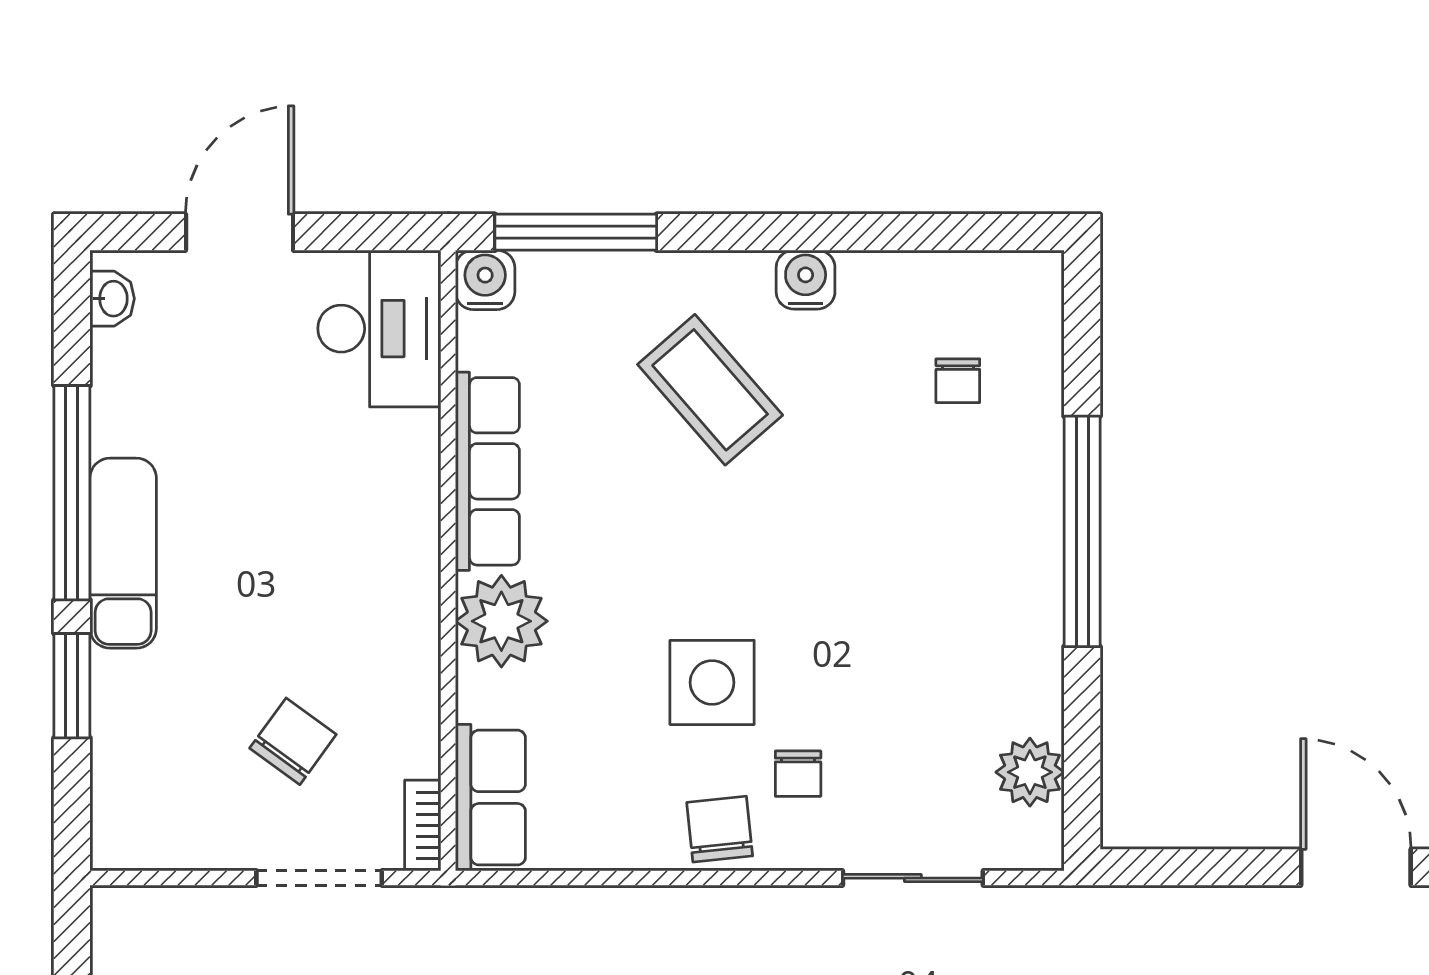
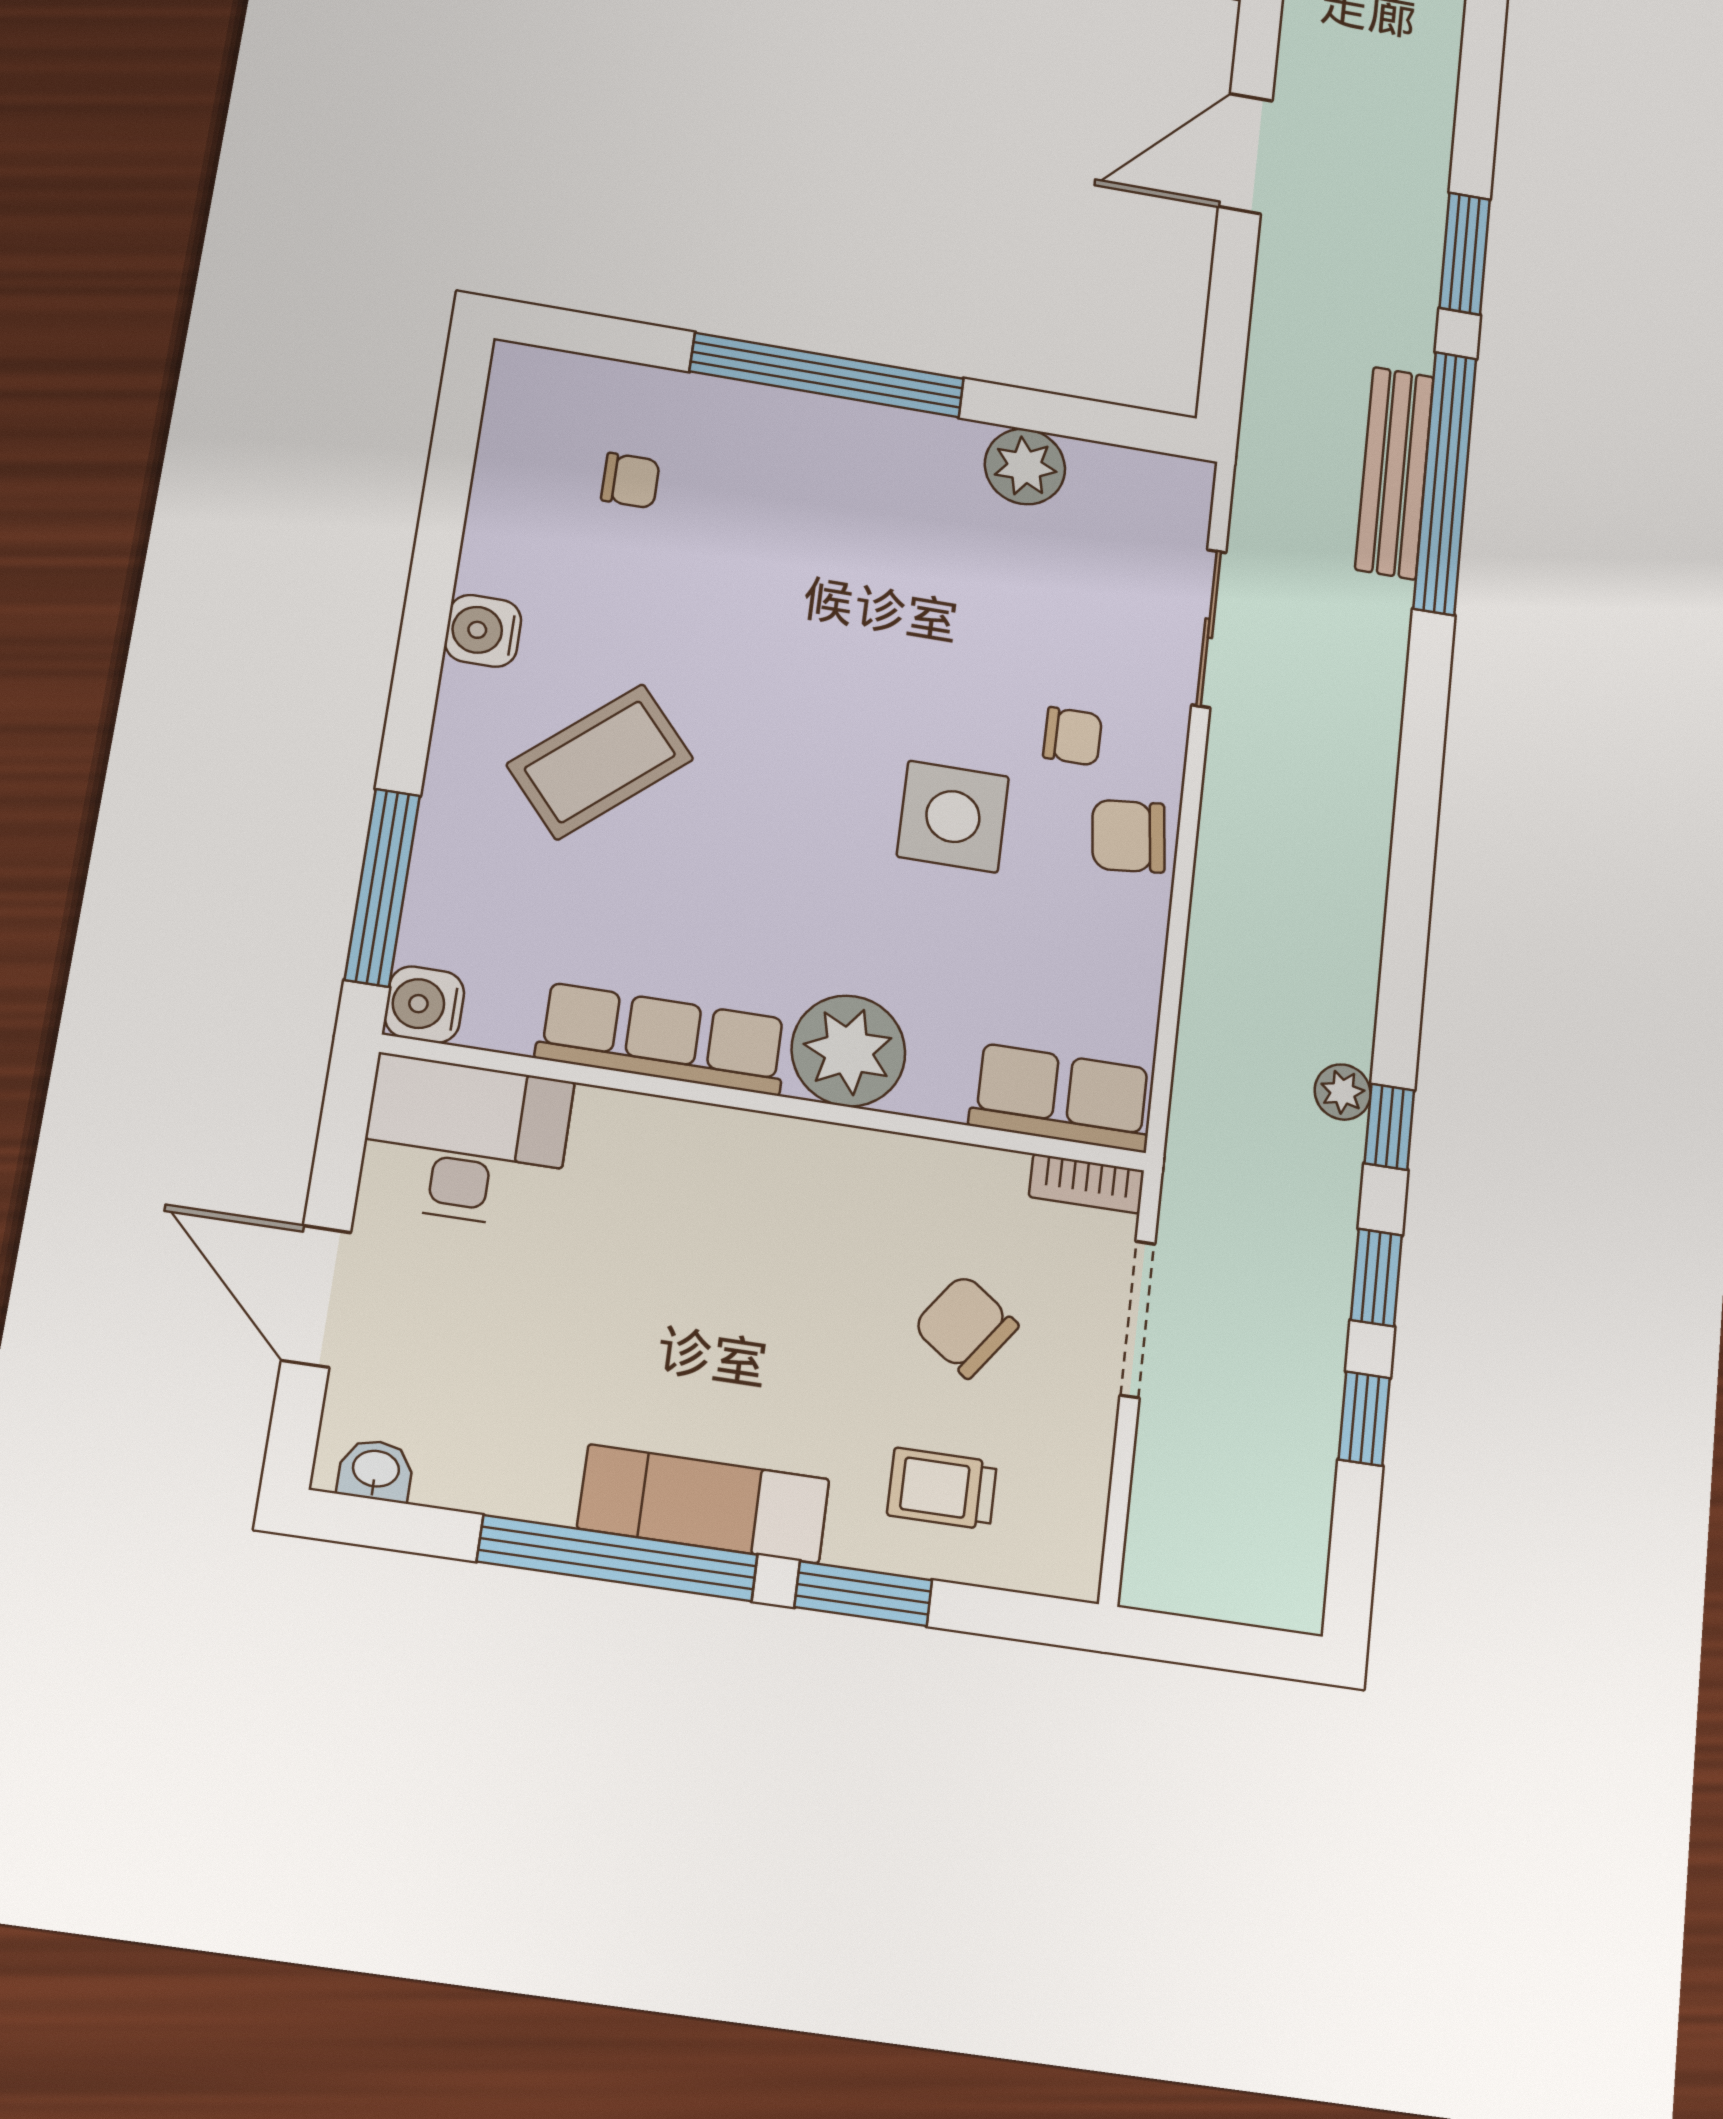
trolley: (162, 737) -> (942, 1489), added
plant: (1030, 772) -> (1025, 467), moved

